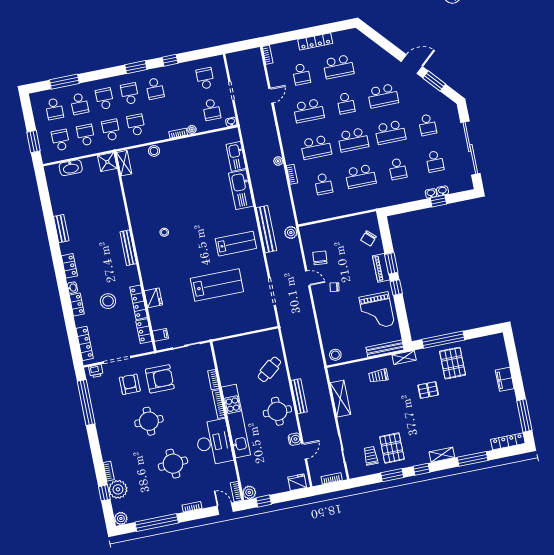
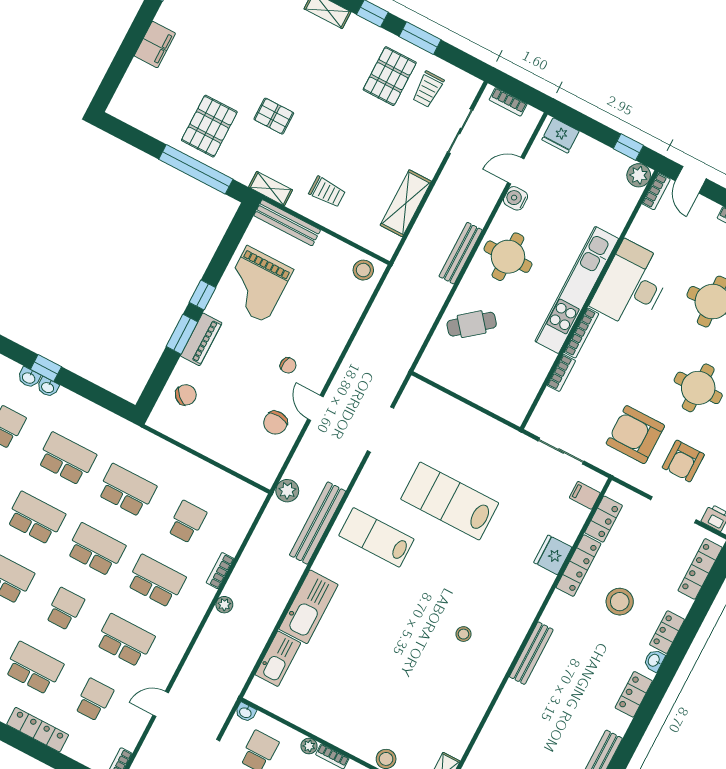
school desk: (398, 169) -> (67, 459), width x1.85
grand piano: (377, 311) -> (256, 284), turned 180

